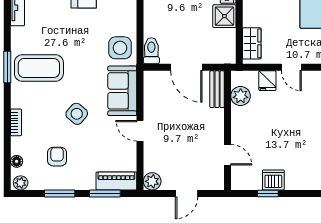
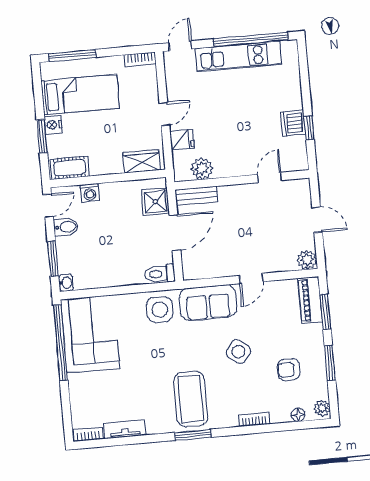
shower: (224, 16) -> (155, 202), moved

